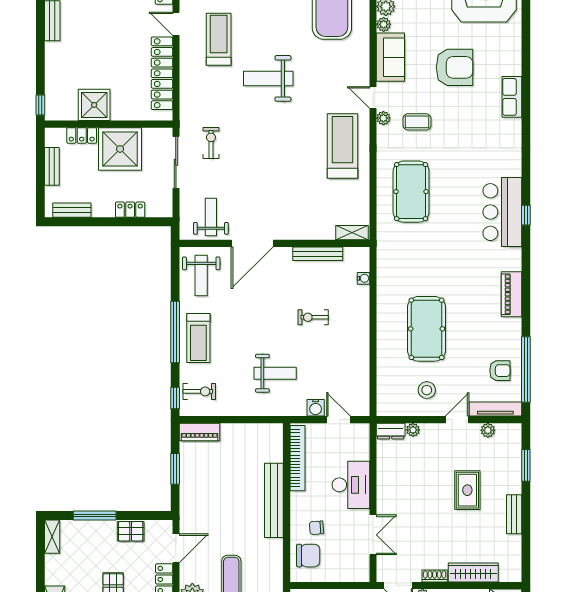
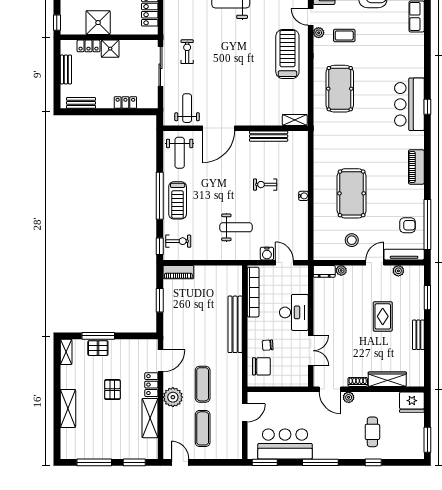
shower: (120, 149) -> (110, 49), width x0.54, depth x0.54
water cooler: (363, 278) -> (303, 196), moved
pallet: (131, 531) -> (98, 348), moved

